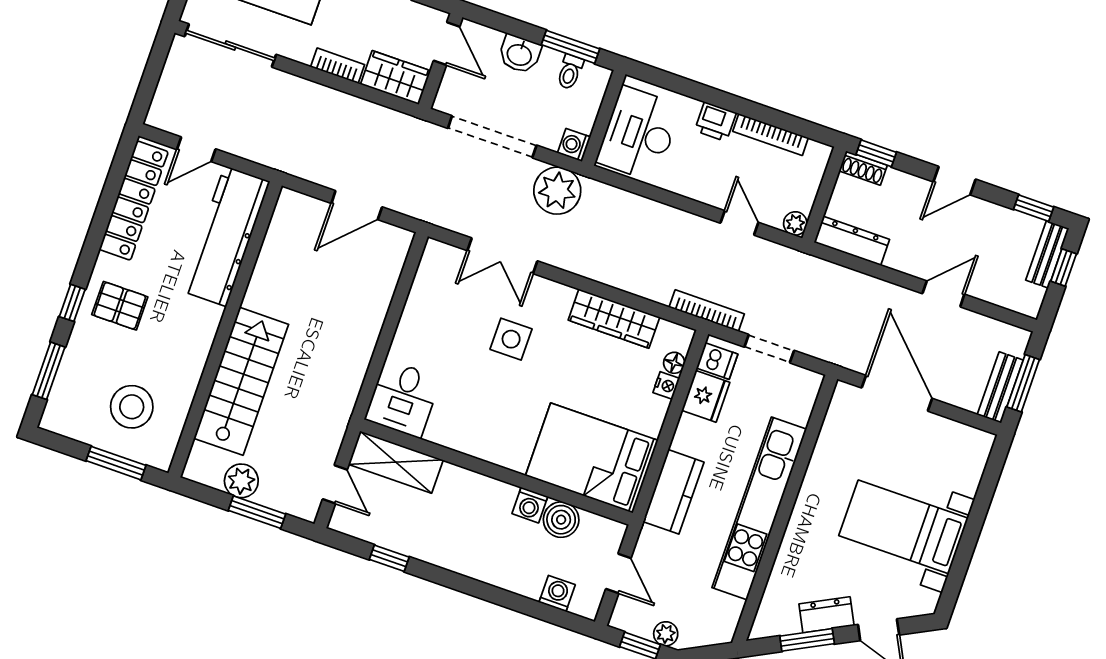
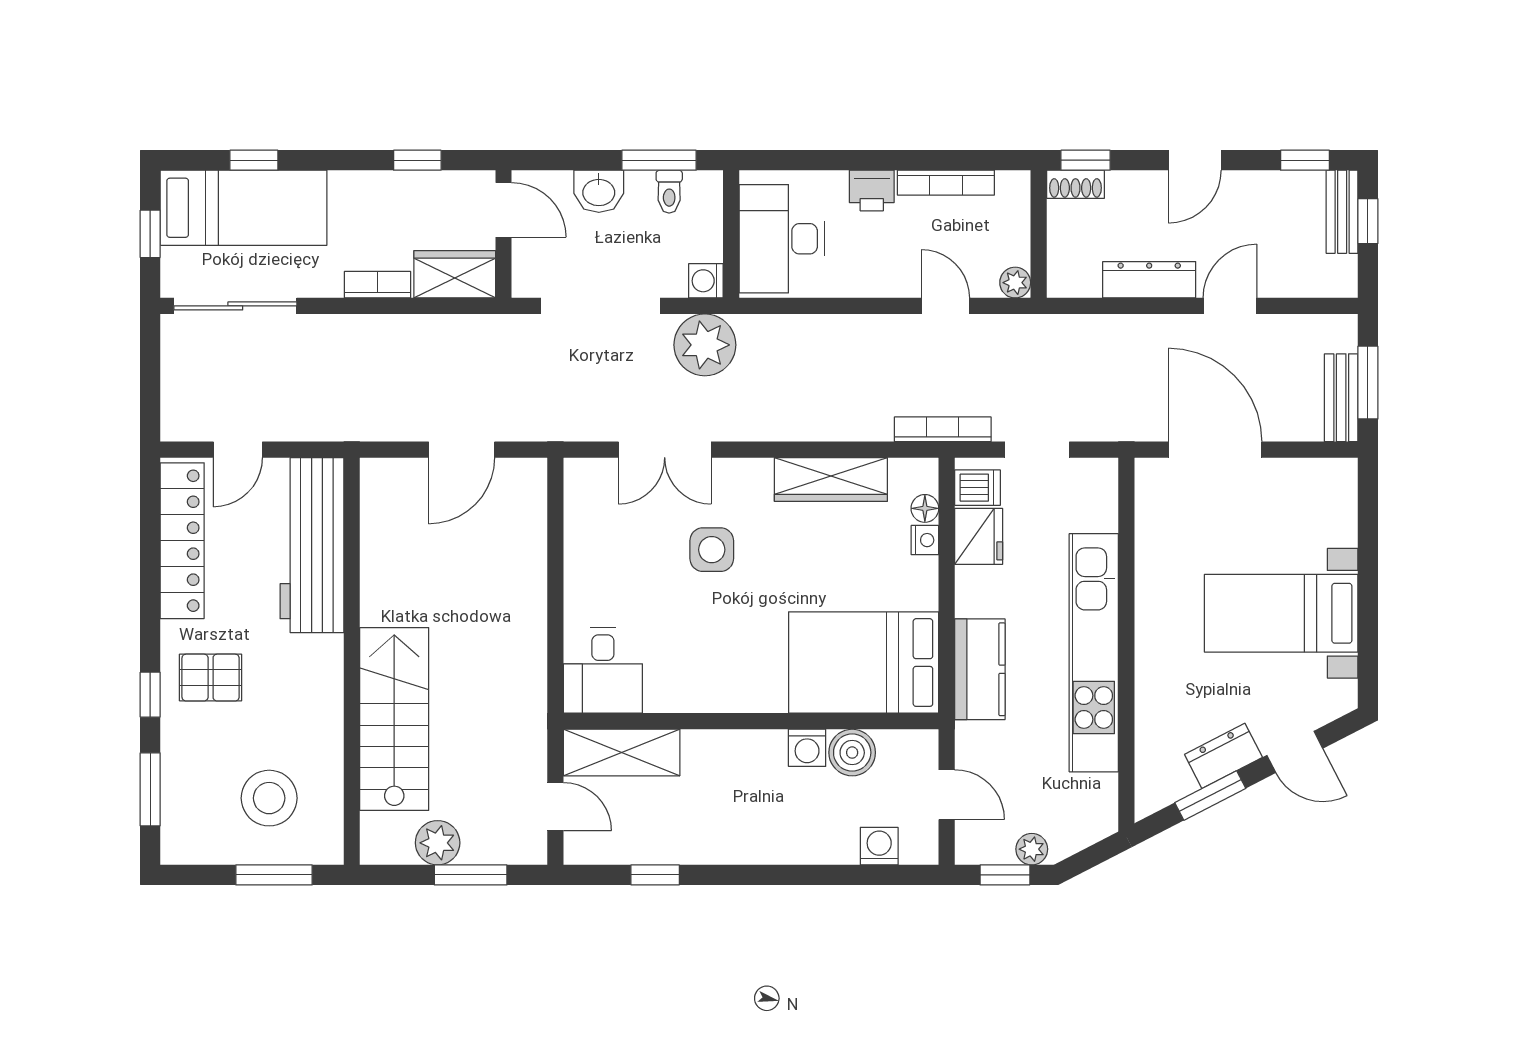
dresser: (852, 241) -> (1149, 280), moved

